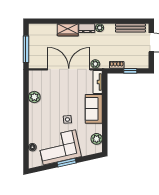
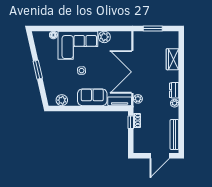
wardrobe: (68, 30) -> (173, 59), moved
window: (26, 49) -> (153, 28), width x0.69
double door: (69, 69) -> (132, 72), swing flipped
window: (130, 71) -> (131, 122), moved
corner sofa: (59, 147) -> (78, 45), moved, turned 103

